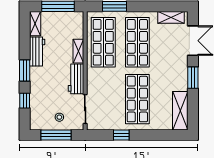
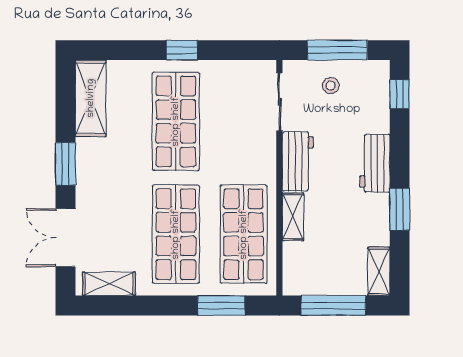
workbench: (37, 51) -> (375, 163), moved
window: (25, 71) -> (400, 209), moved
window: (25, 101) -> (400, 94), moved
window: (121, 135) -> (182, 50), moved

